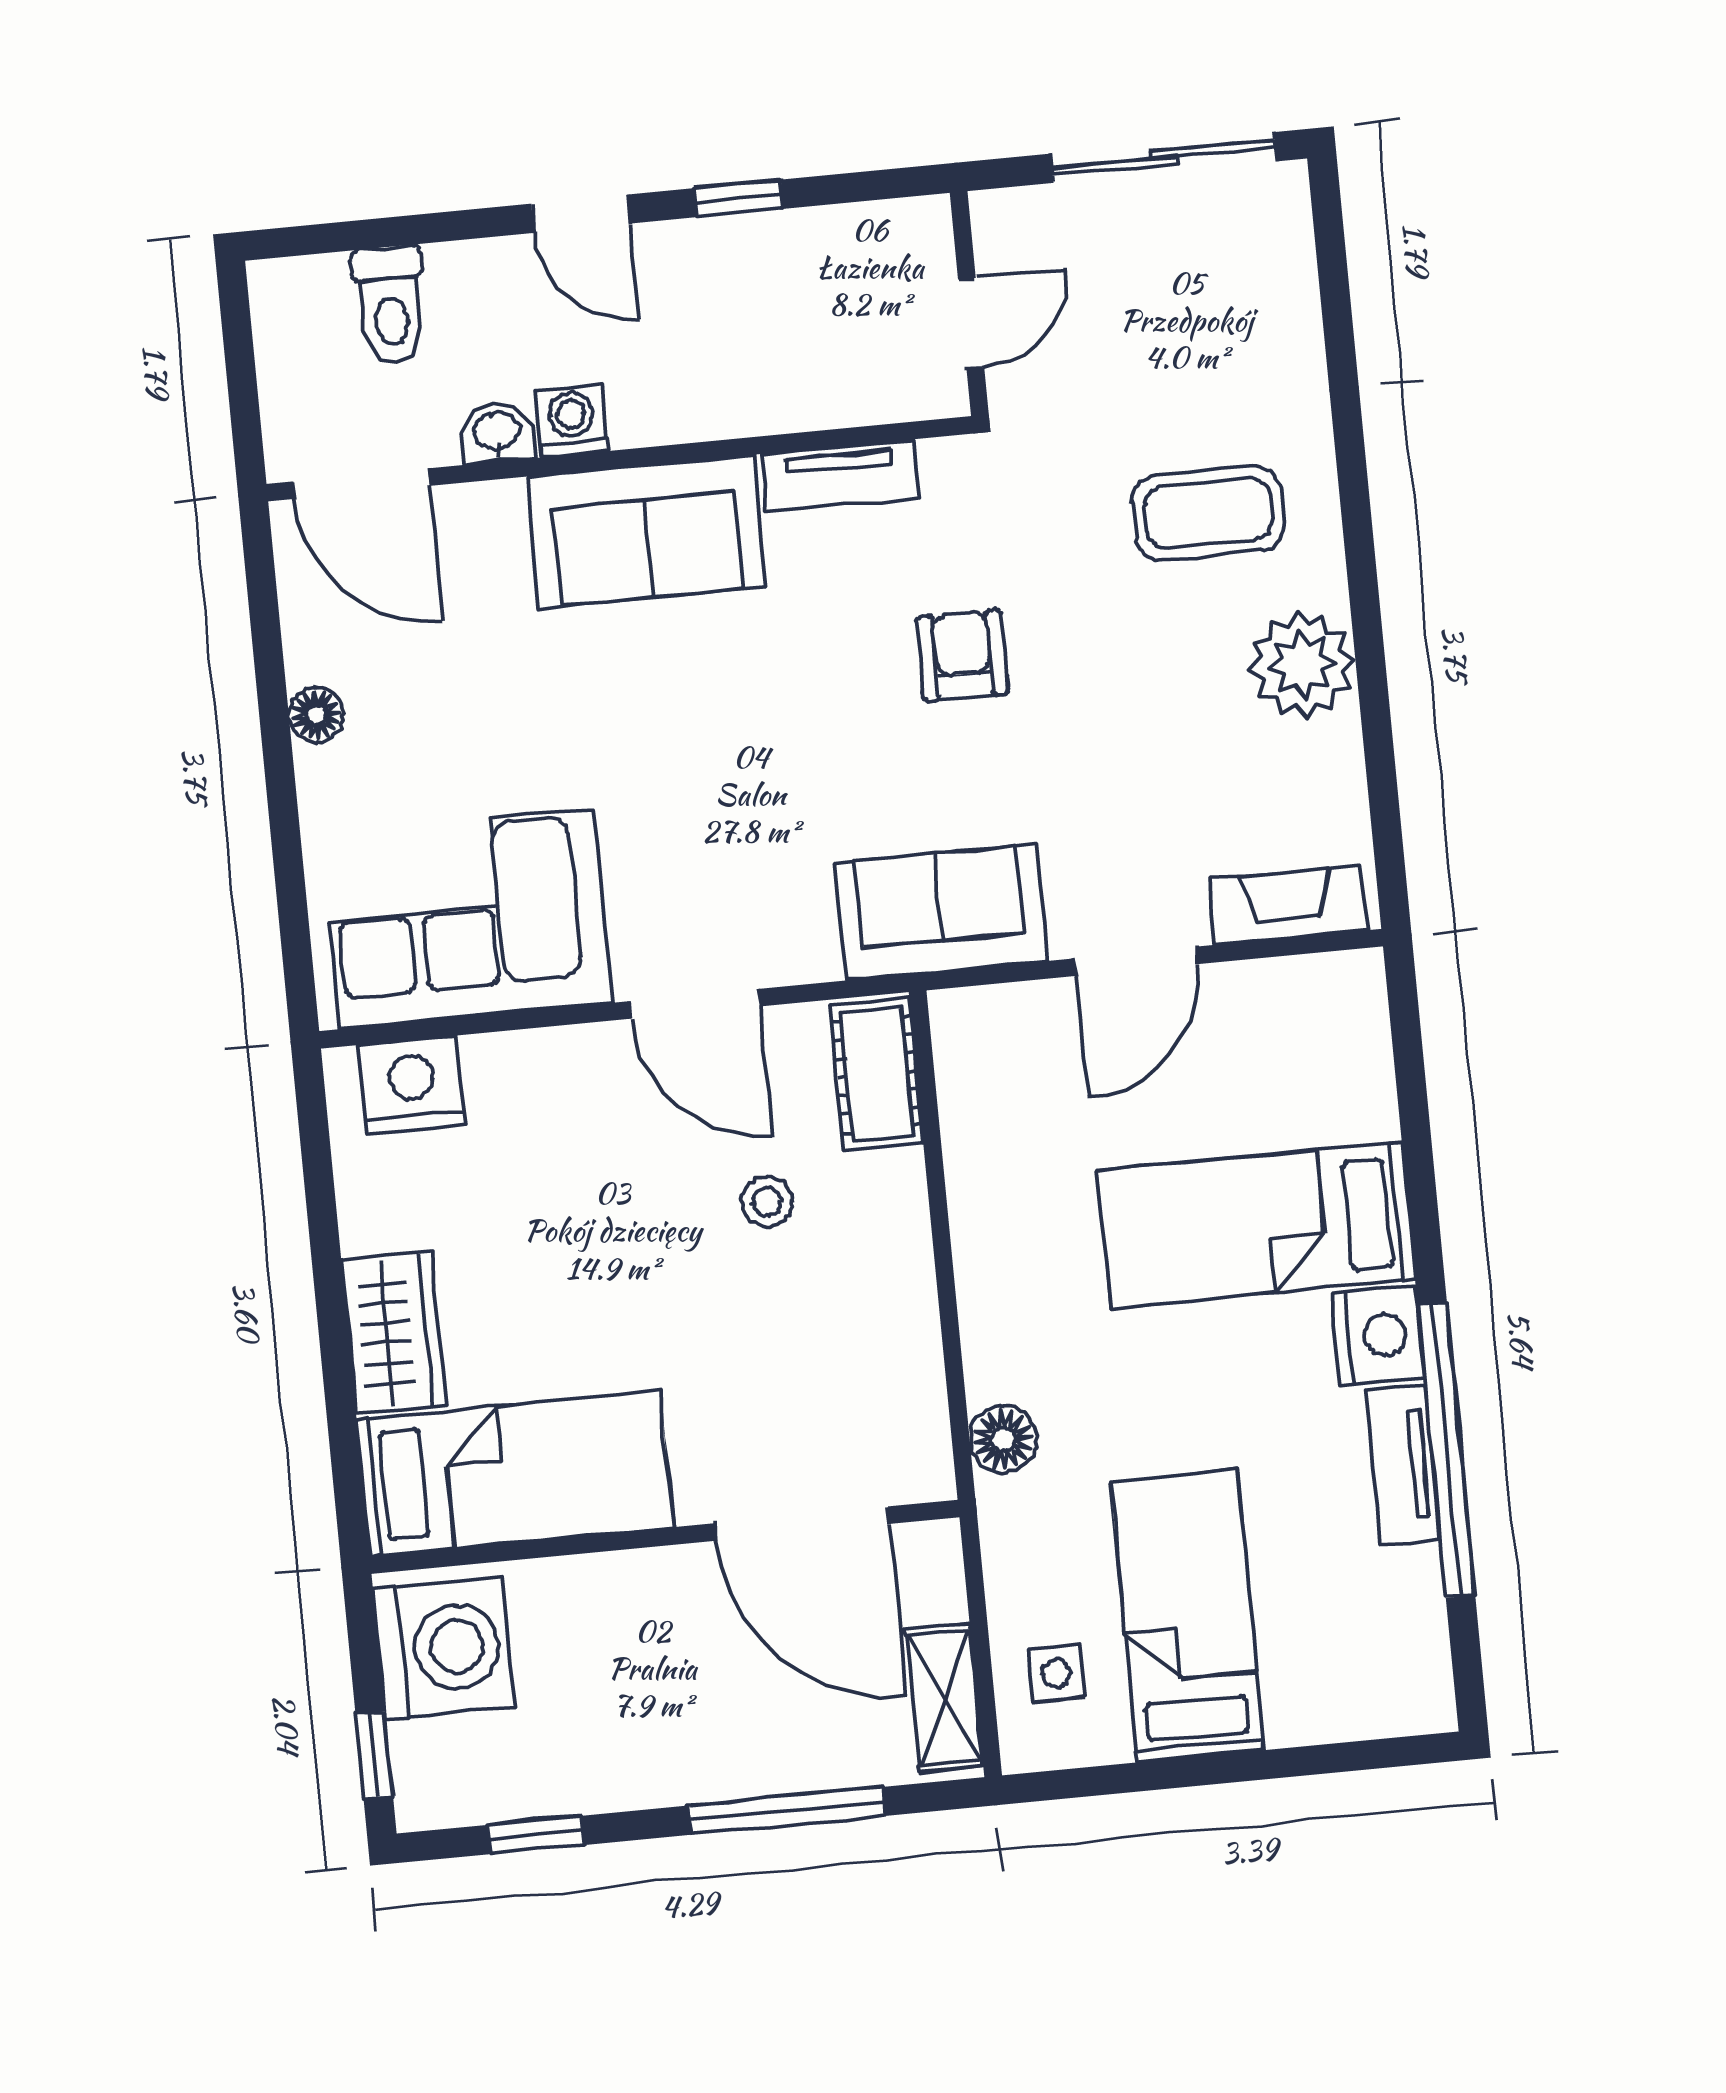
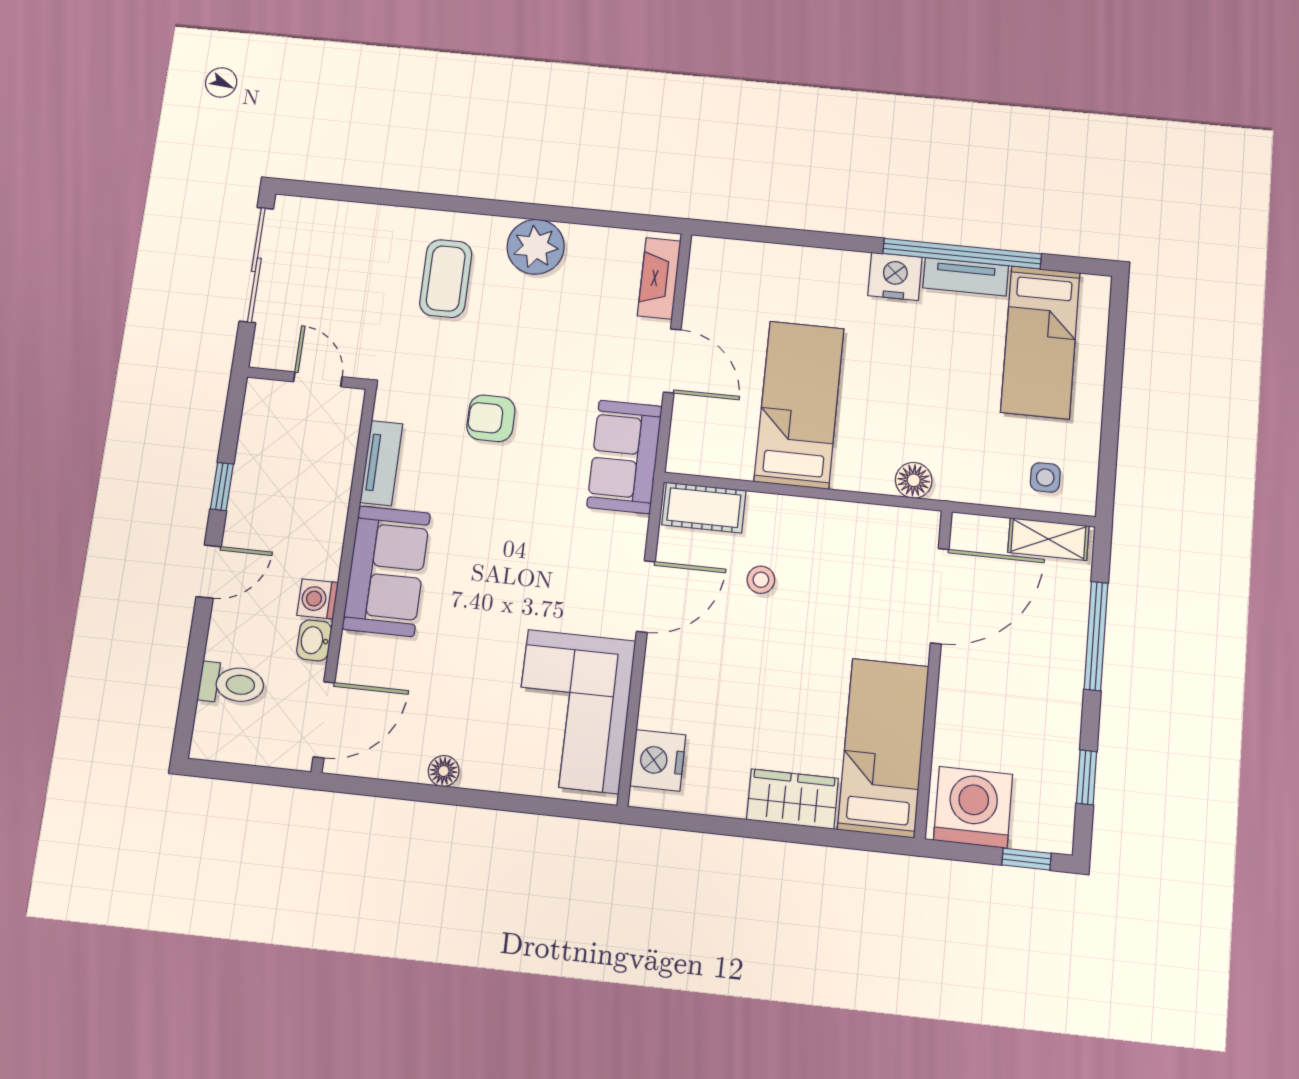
bed: (1256, 1225) -> (799, 405), moved, turned 180
bed: (1187, 1616) -> (1040, 342), moved, turned -90

